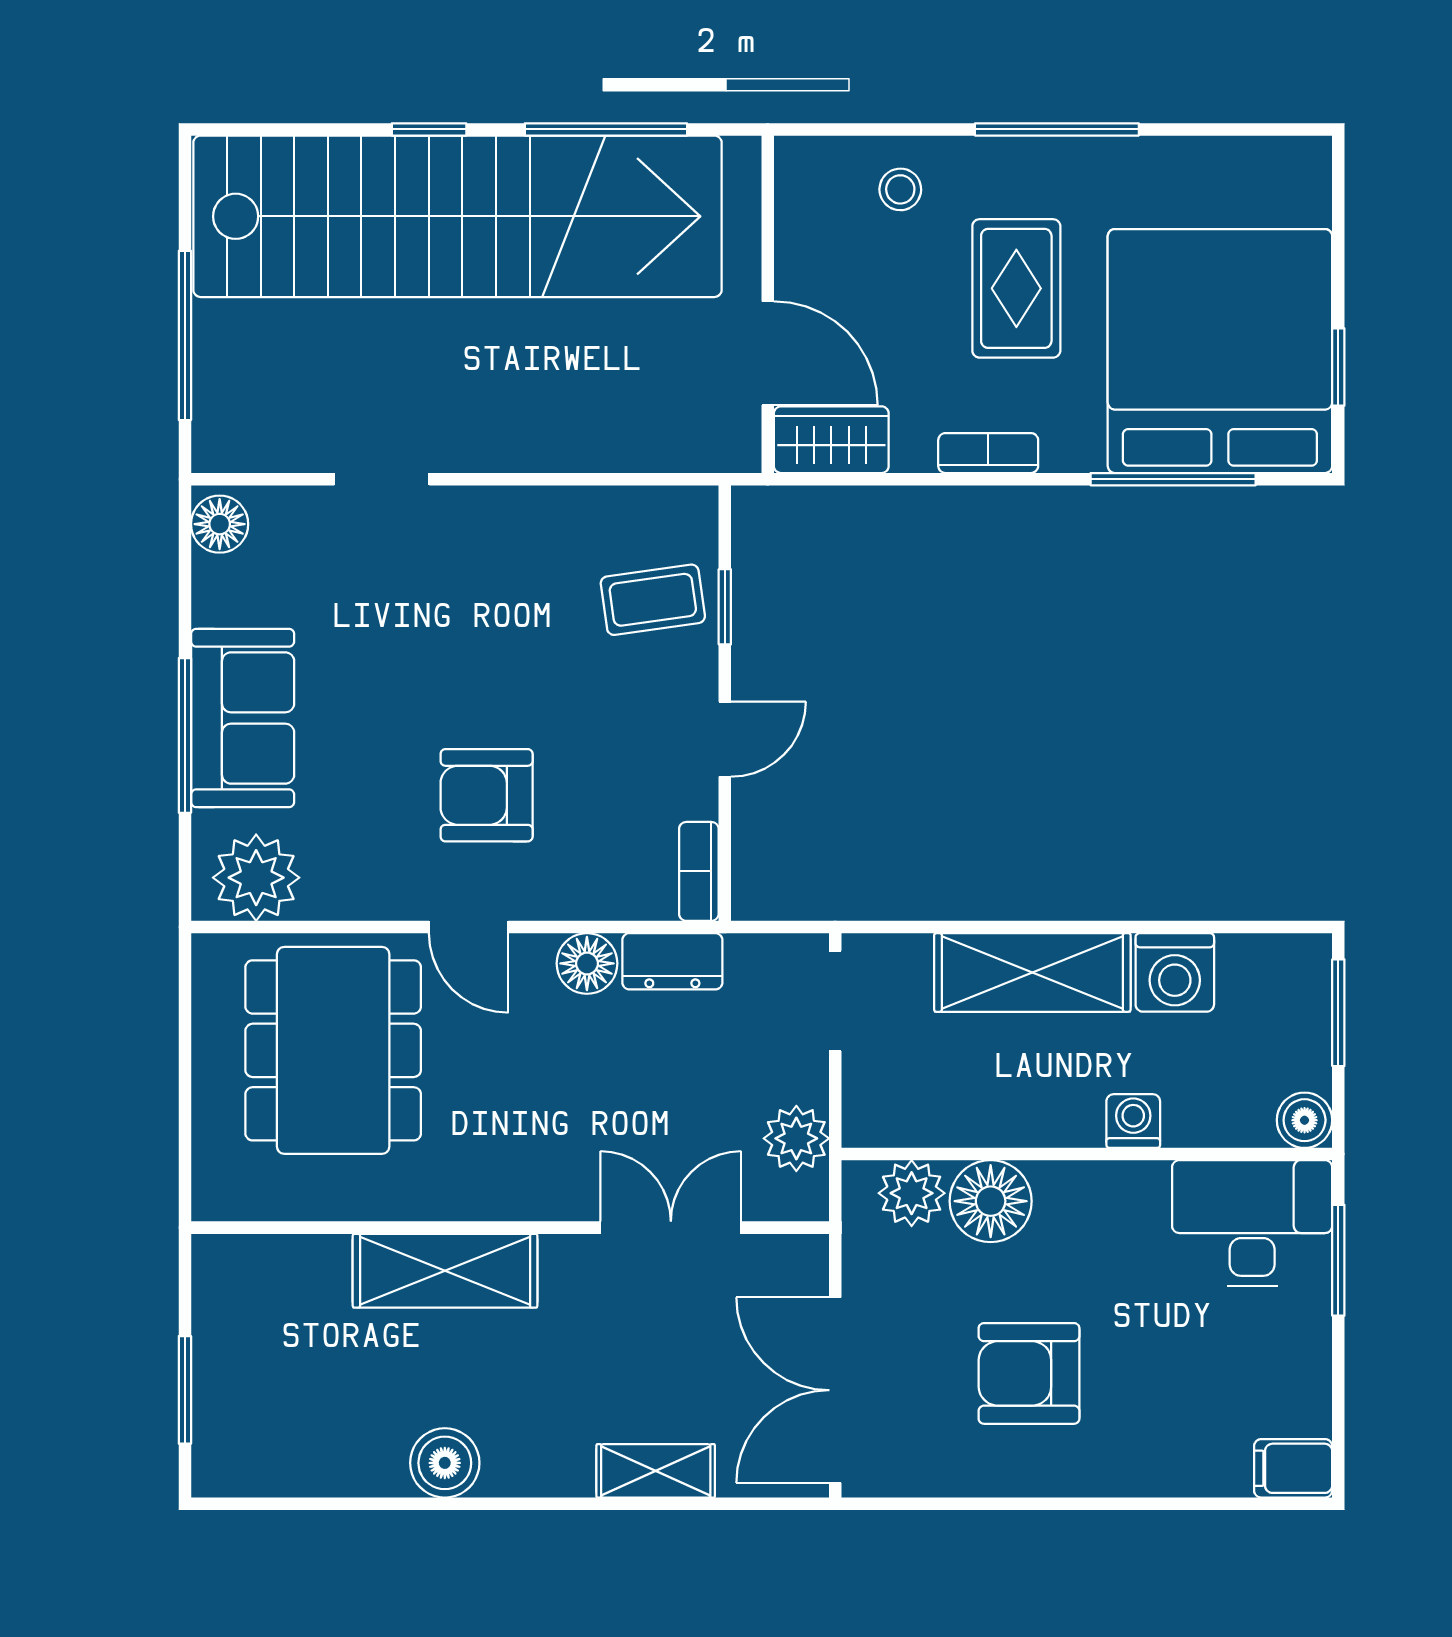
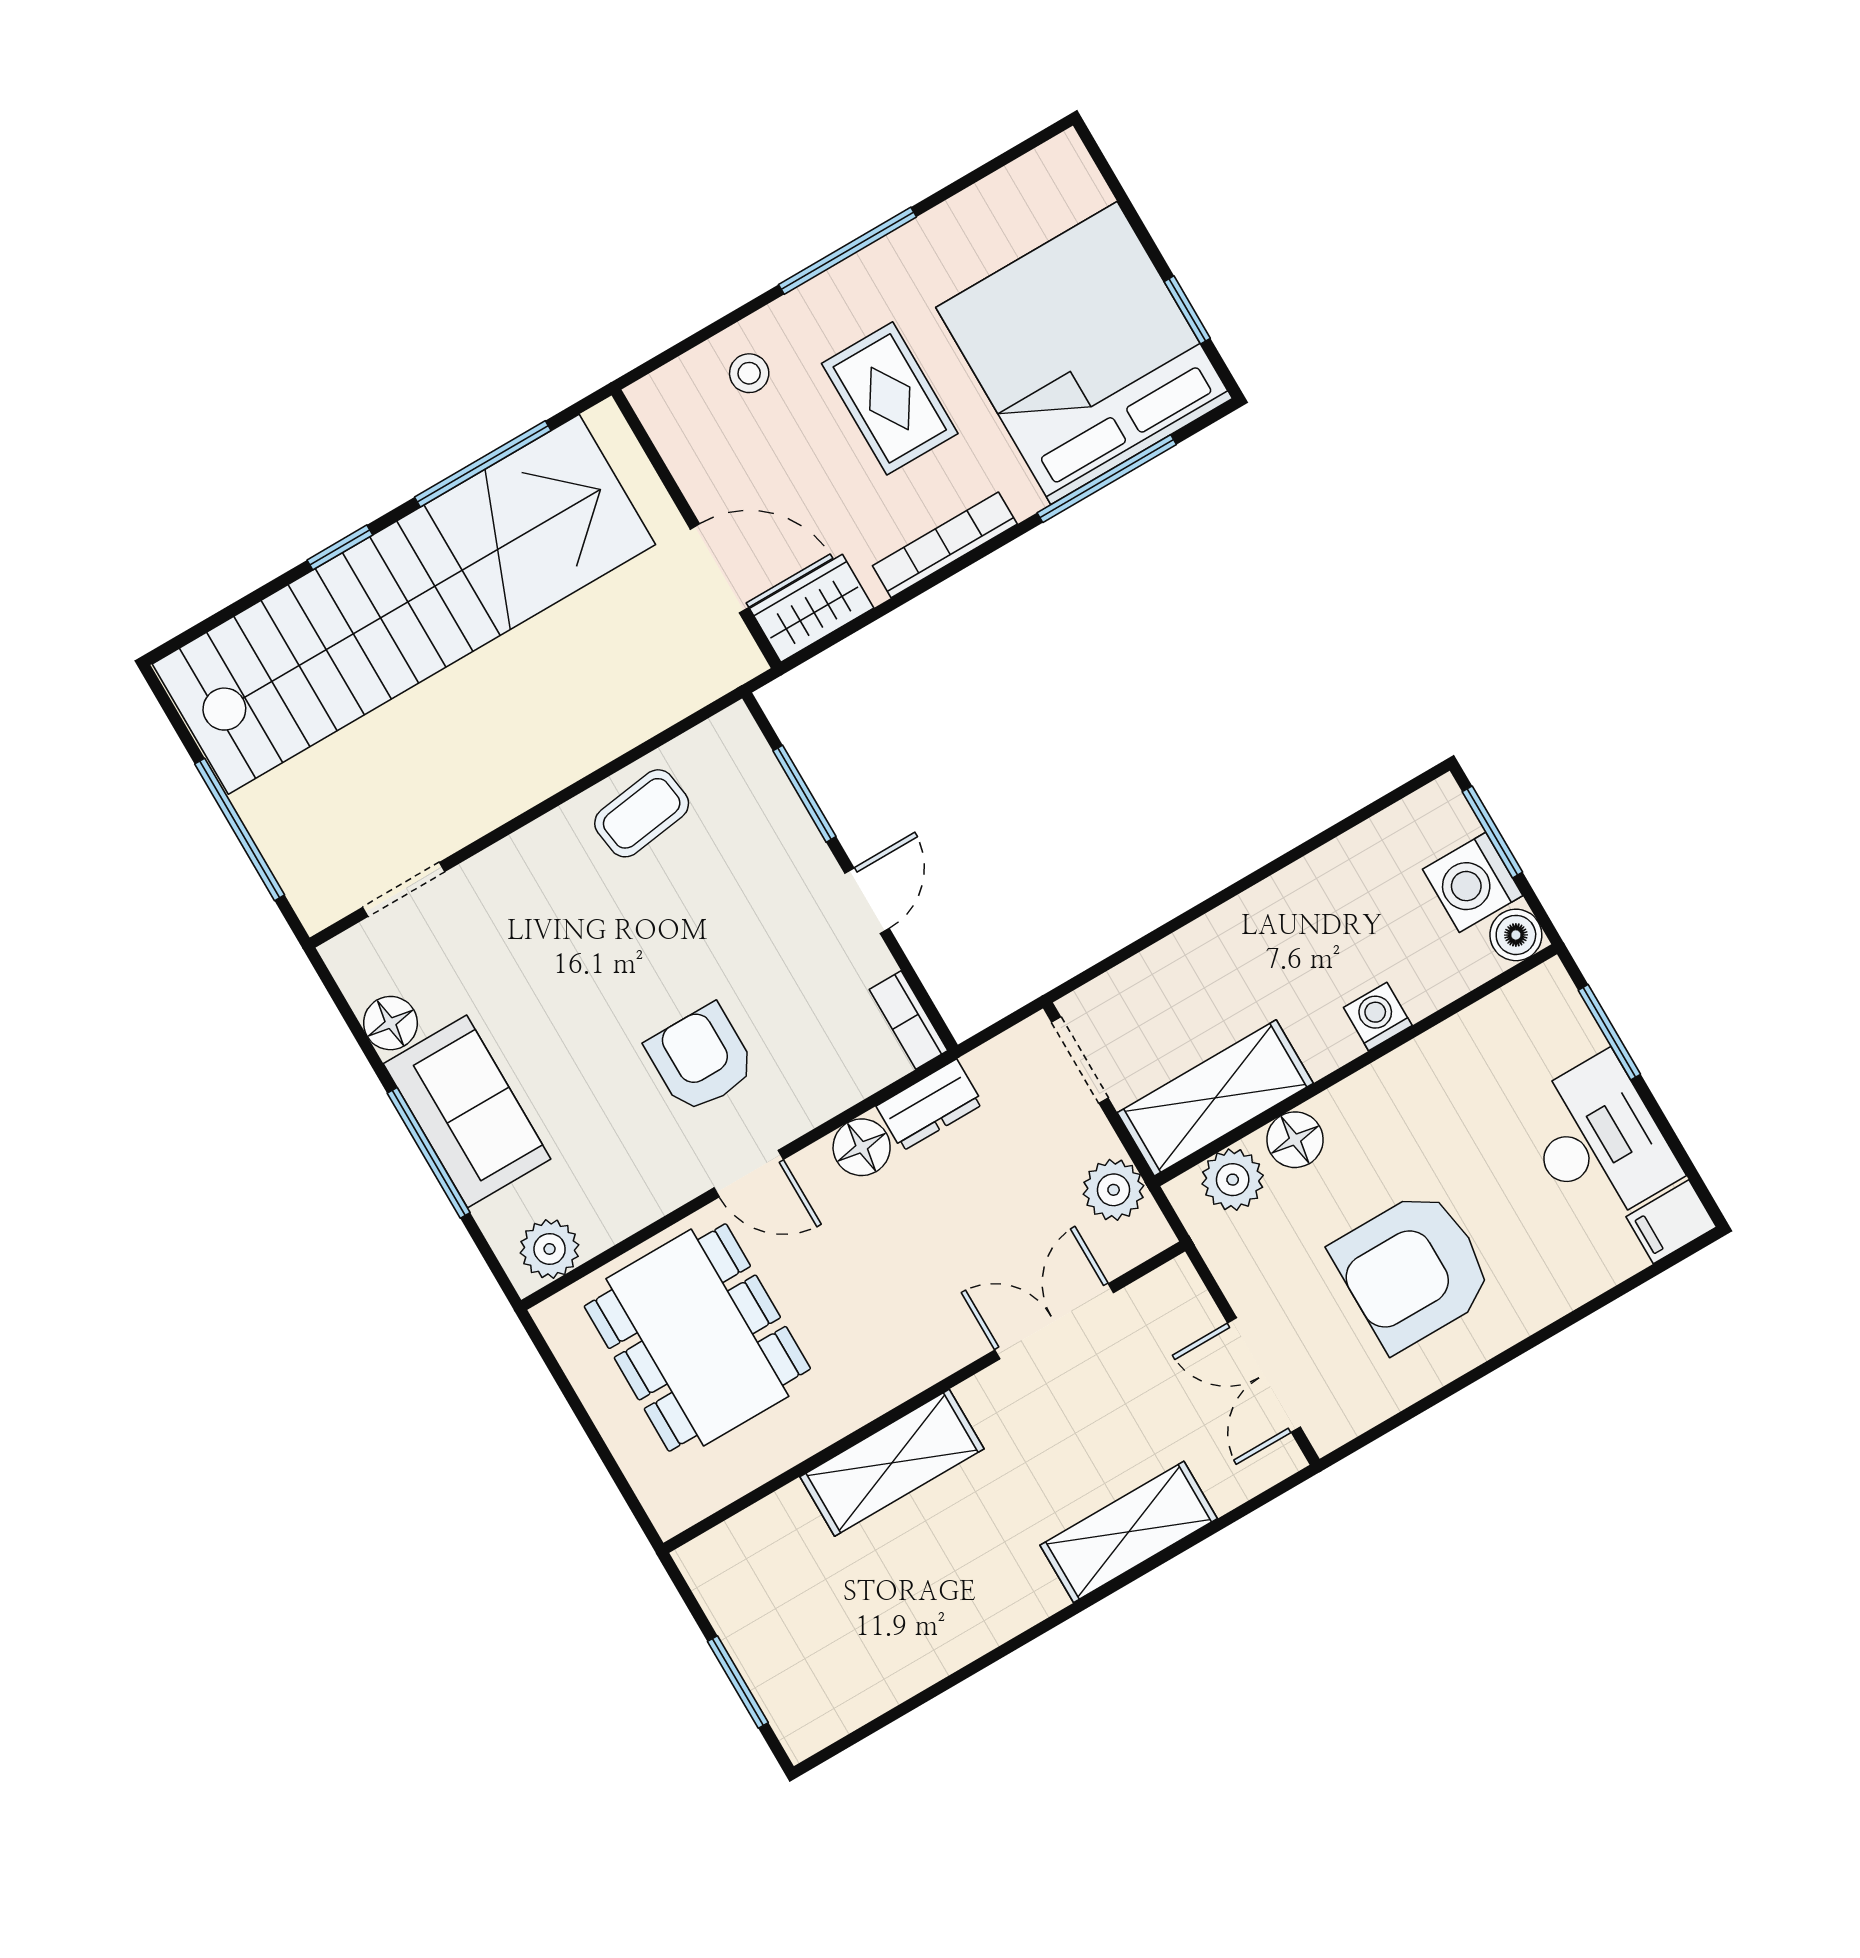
bookcase: (988, 453) -> (945, 545), width x1.56
doorway: (382, 479) -> (404, 889), moved
floor lamp: (220, 524) -> (390, 1023), moved
coffee table: (653, 600) -> (642, 813), moved
window: (725, 607) -> (804, 794), width x1.50
armchair: (487, 795) -> (701, 1059), turned 90
plant: (256, 878) -> (550, 1249), width x0.73, depth x0.73
shelving: (1032, 972) -> (1215, 1098), moved
washing machine: (1175, 972) -> (1473, 882), moved, turned 90
floor lamp: (991, 1201) -> (1295, 1140), width x0.73, depth x0.73
desk: (1252, 1223) -> (1598, 1141), moved, turned 90
armchair: (1029, 1373) -> (1413, 1270), width x1.36, depth x1.36
double door: (835, 1390) -> (1264, 1375), width x0.73
boiler: (445, 1463) -> (983, 1618), removed
shelving: (656, 1471) -> (1129, 1532), width x1.50, depth x1.33

